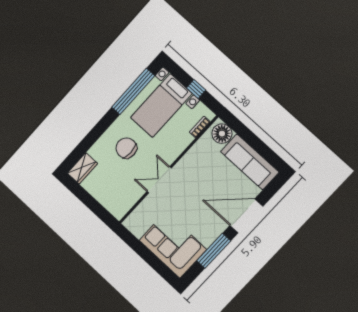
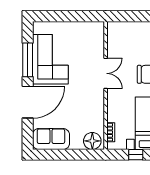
sofa: (250, 162) -> (51, 139), width x0.73
corner sofa: (173, 245) -> (50, 59), moved, turned -90

